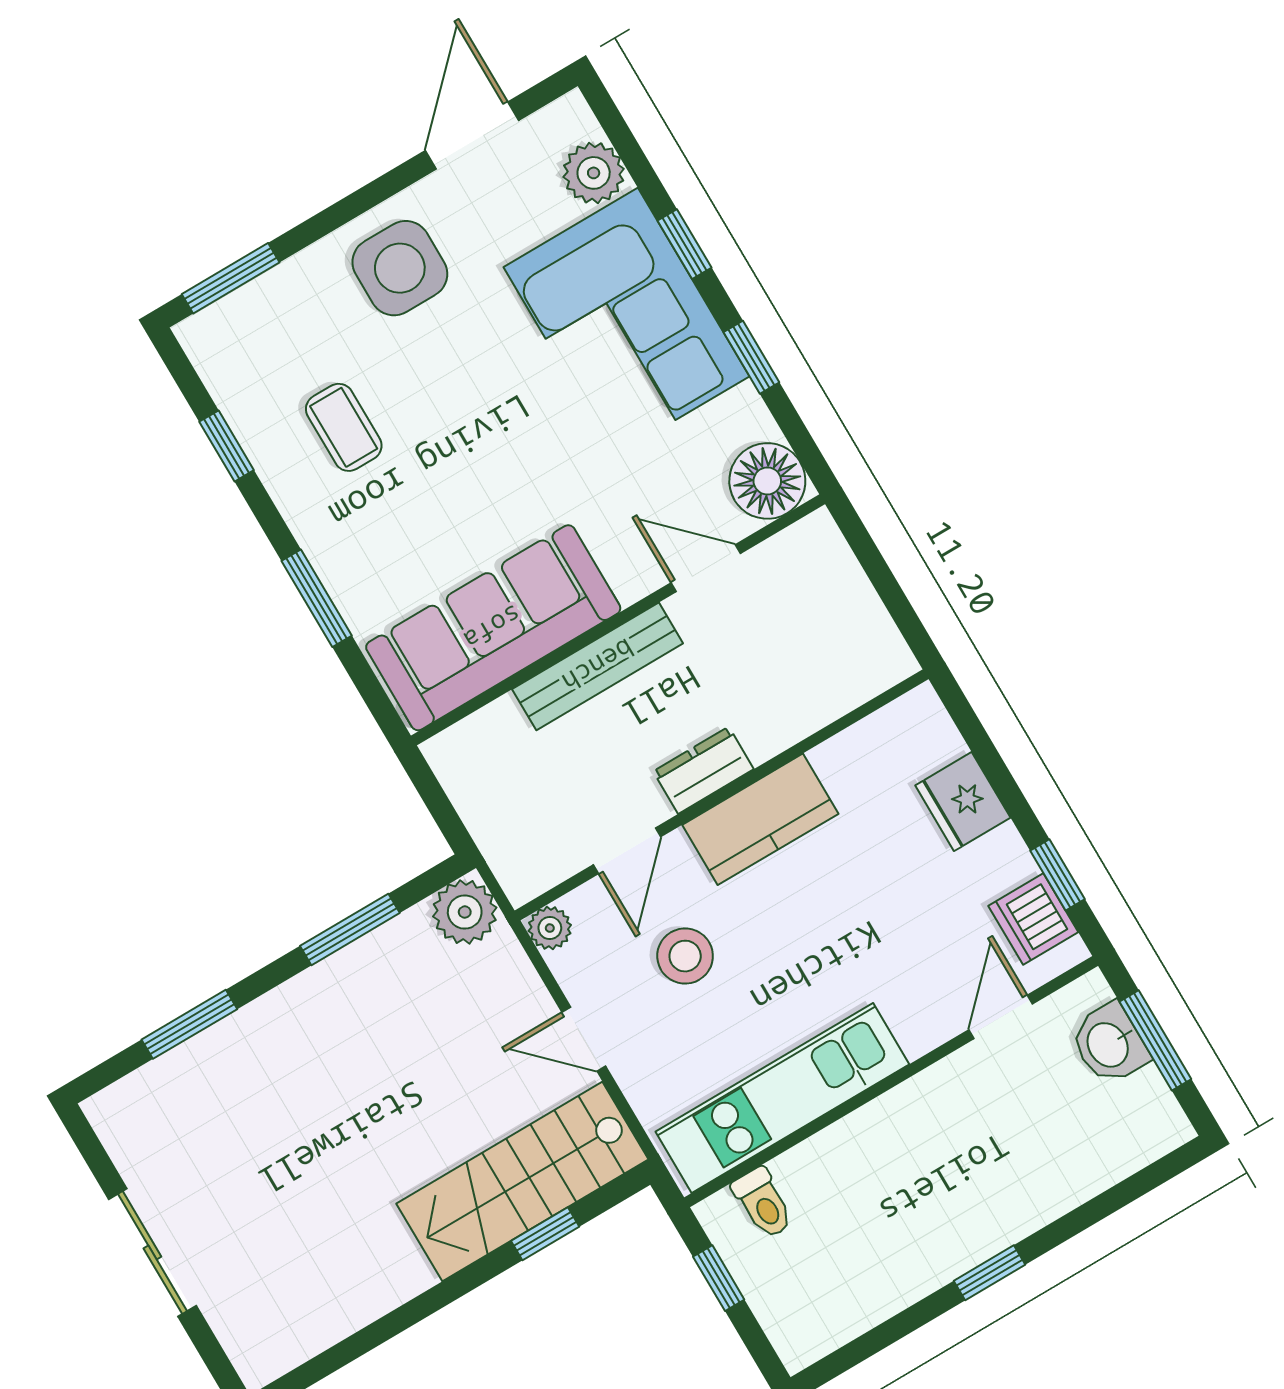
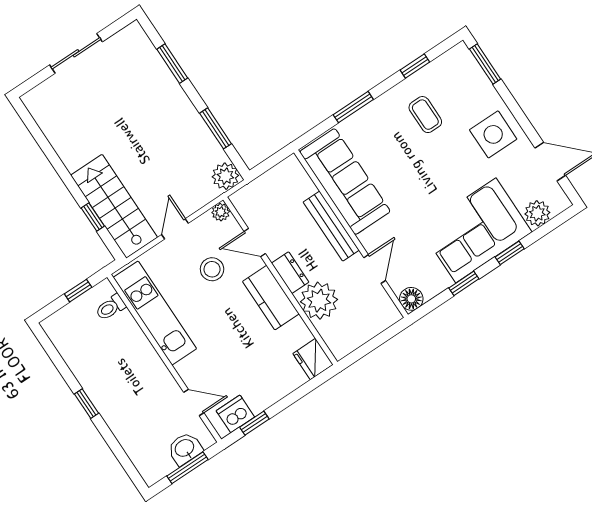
coffee table: (344, 427) -> (425, 115), turned 90
floor lamp: (767, 481) -> (411, 299), width x0.73, depth x0.73
plant: (774, 705) -> (319, 301), added
fridge: (963, 802) -> (313, 359), moved, turned -90

